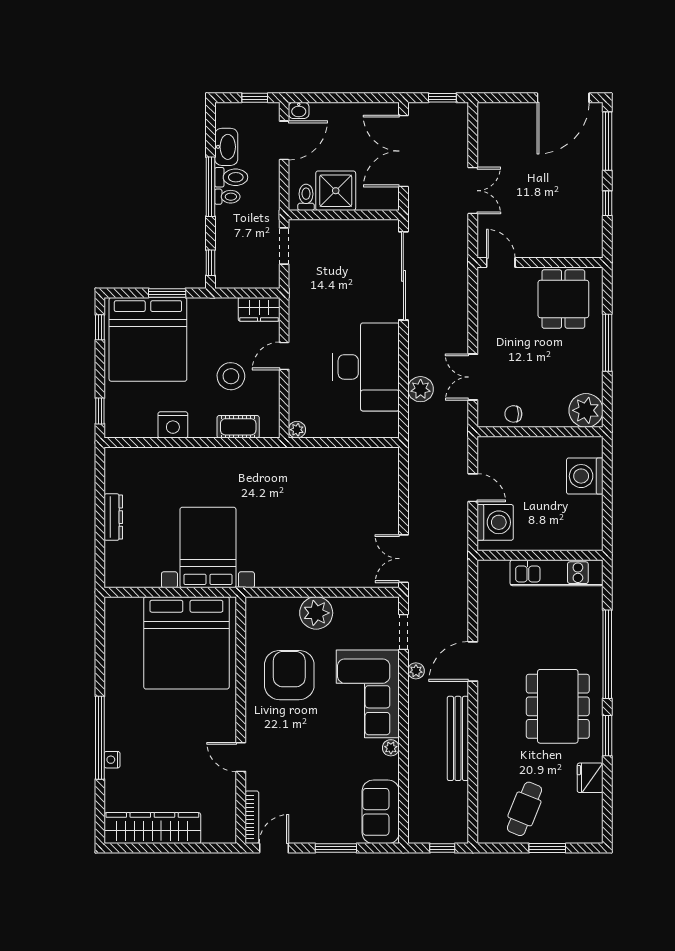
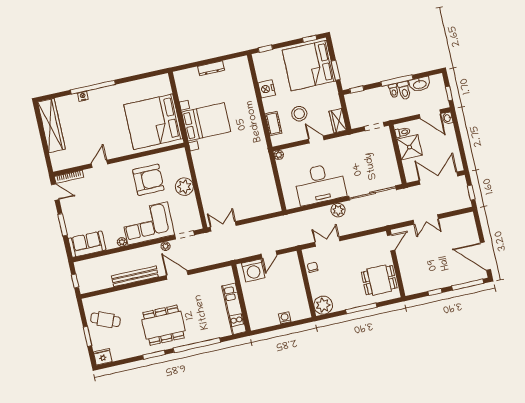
plant: (421, 389) -> (338, 210), moved
washing machine: (585, 476) -> (285, 318), width x0.53, depth x0.53
fridge: (590, 778) -> (103, 357), moved

